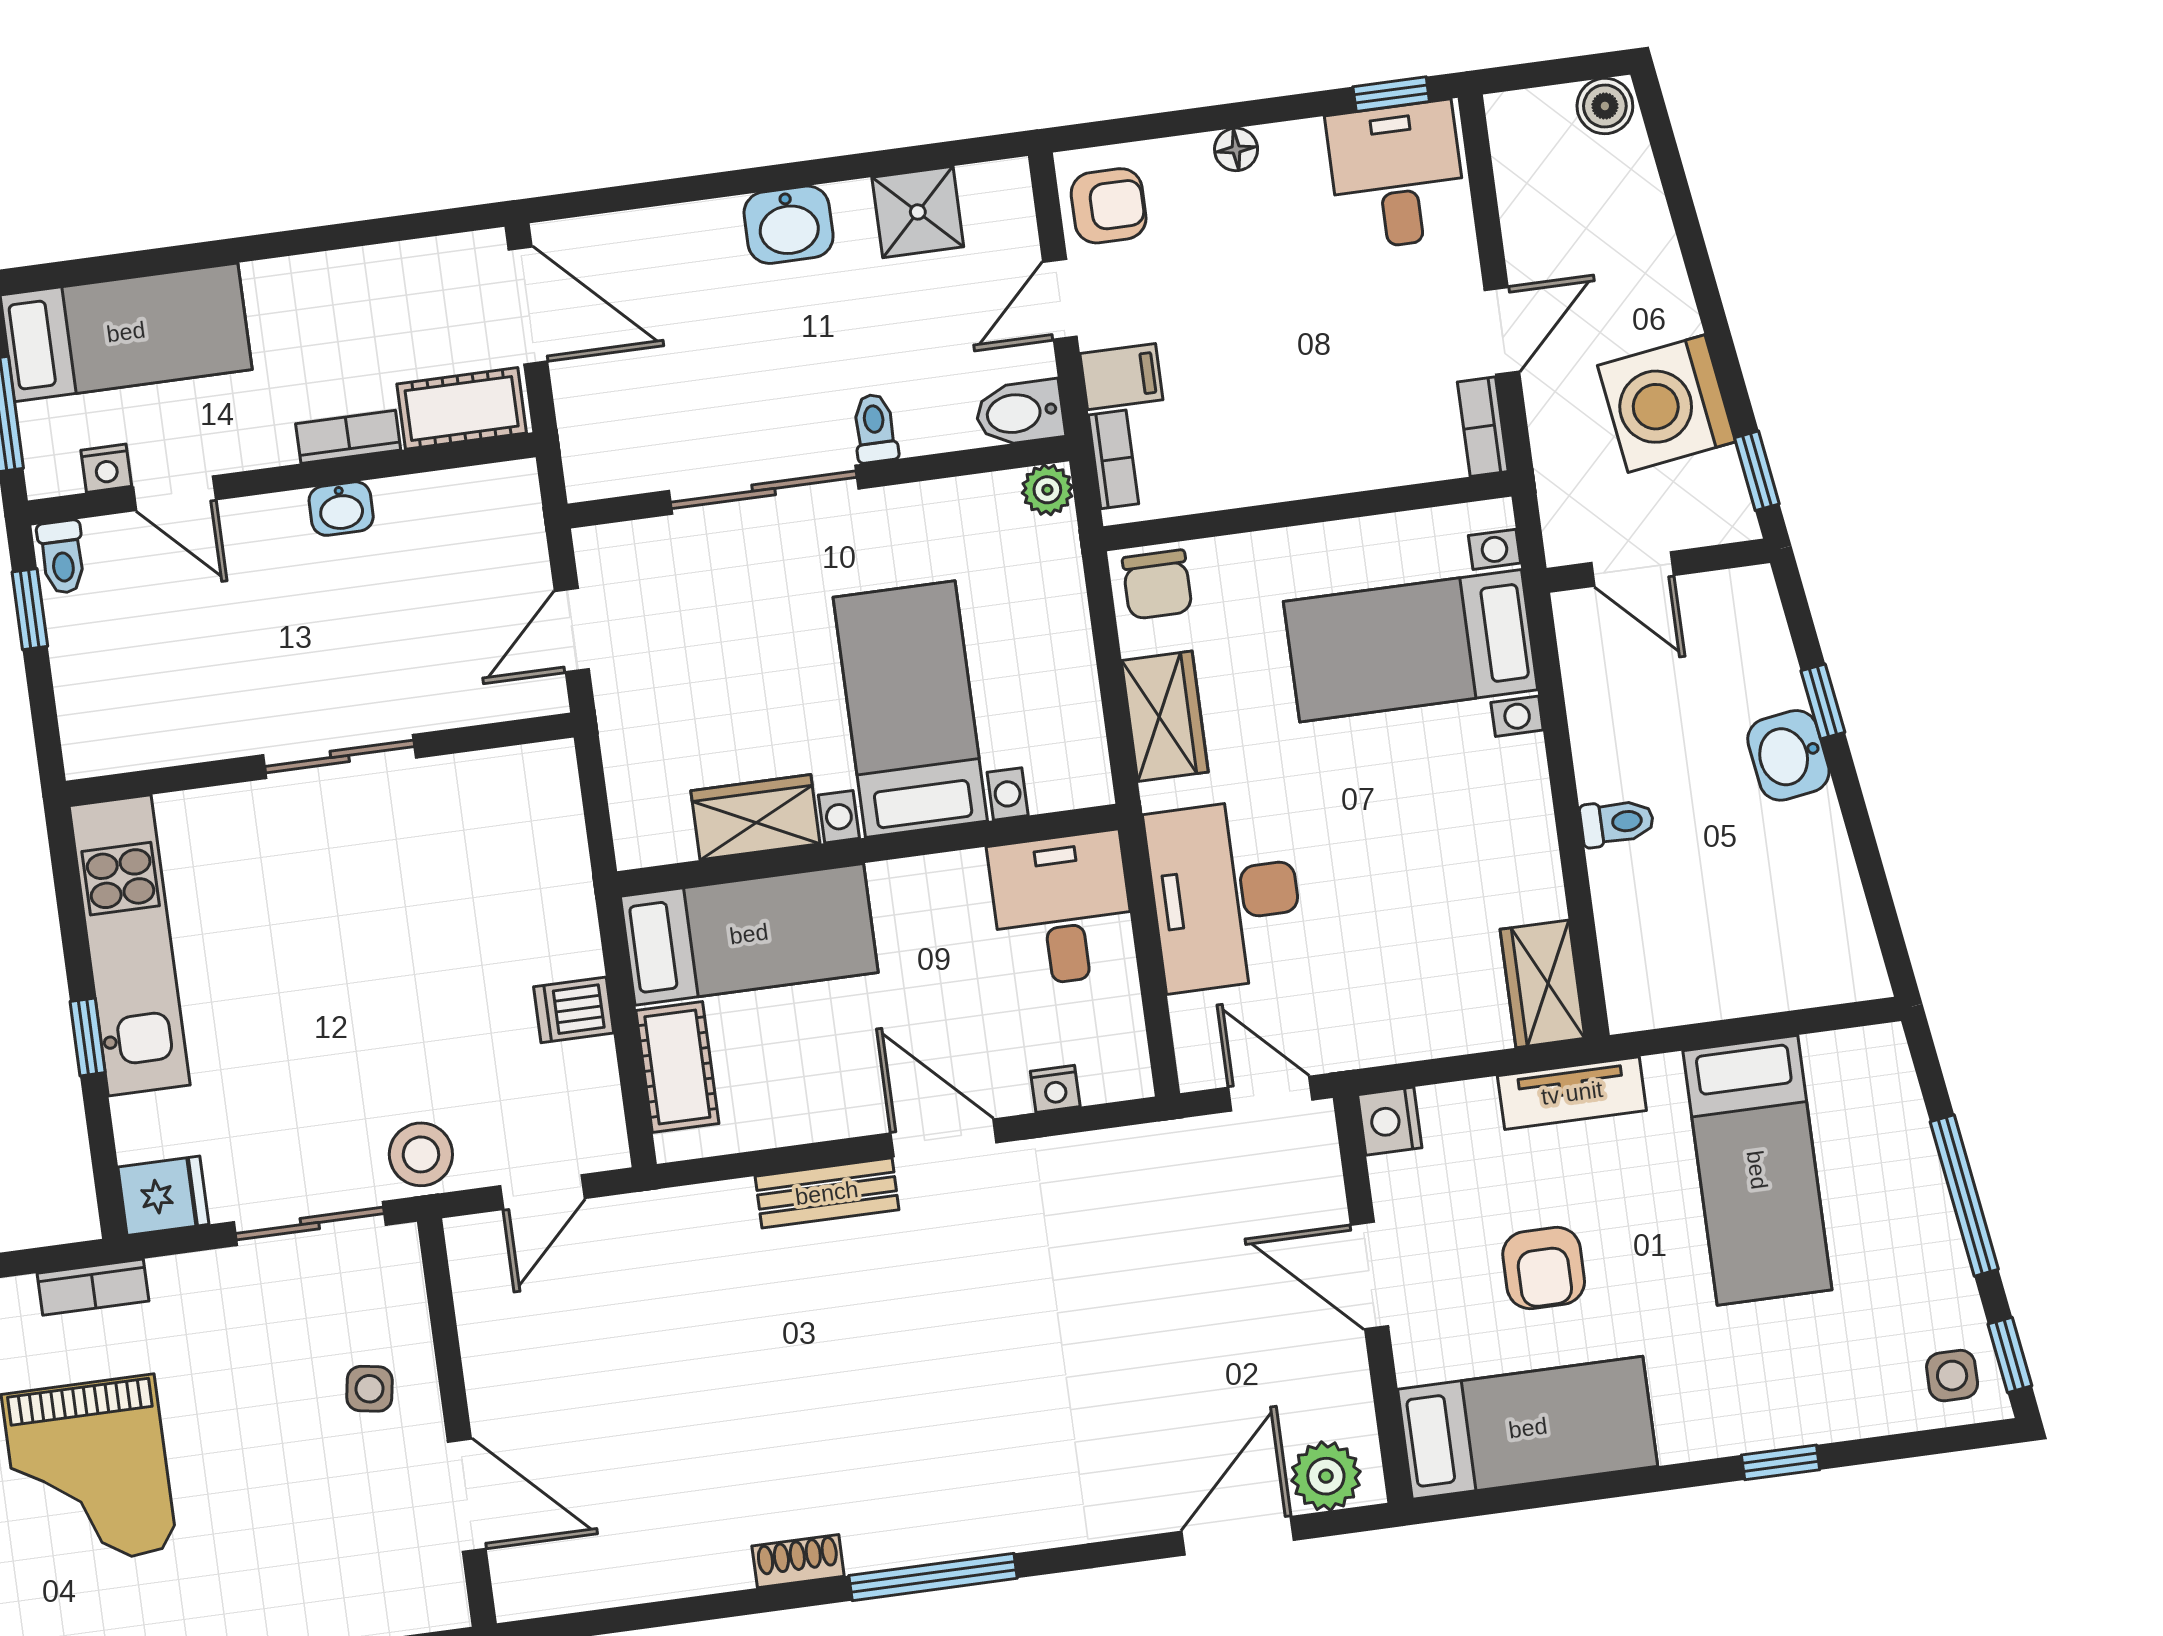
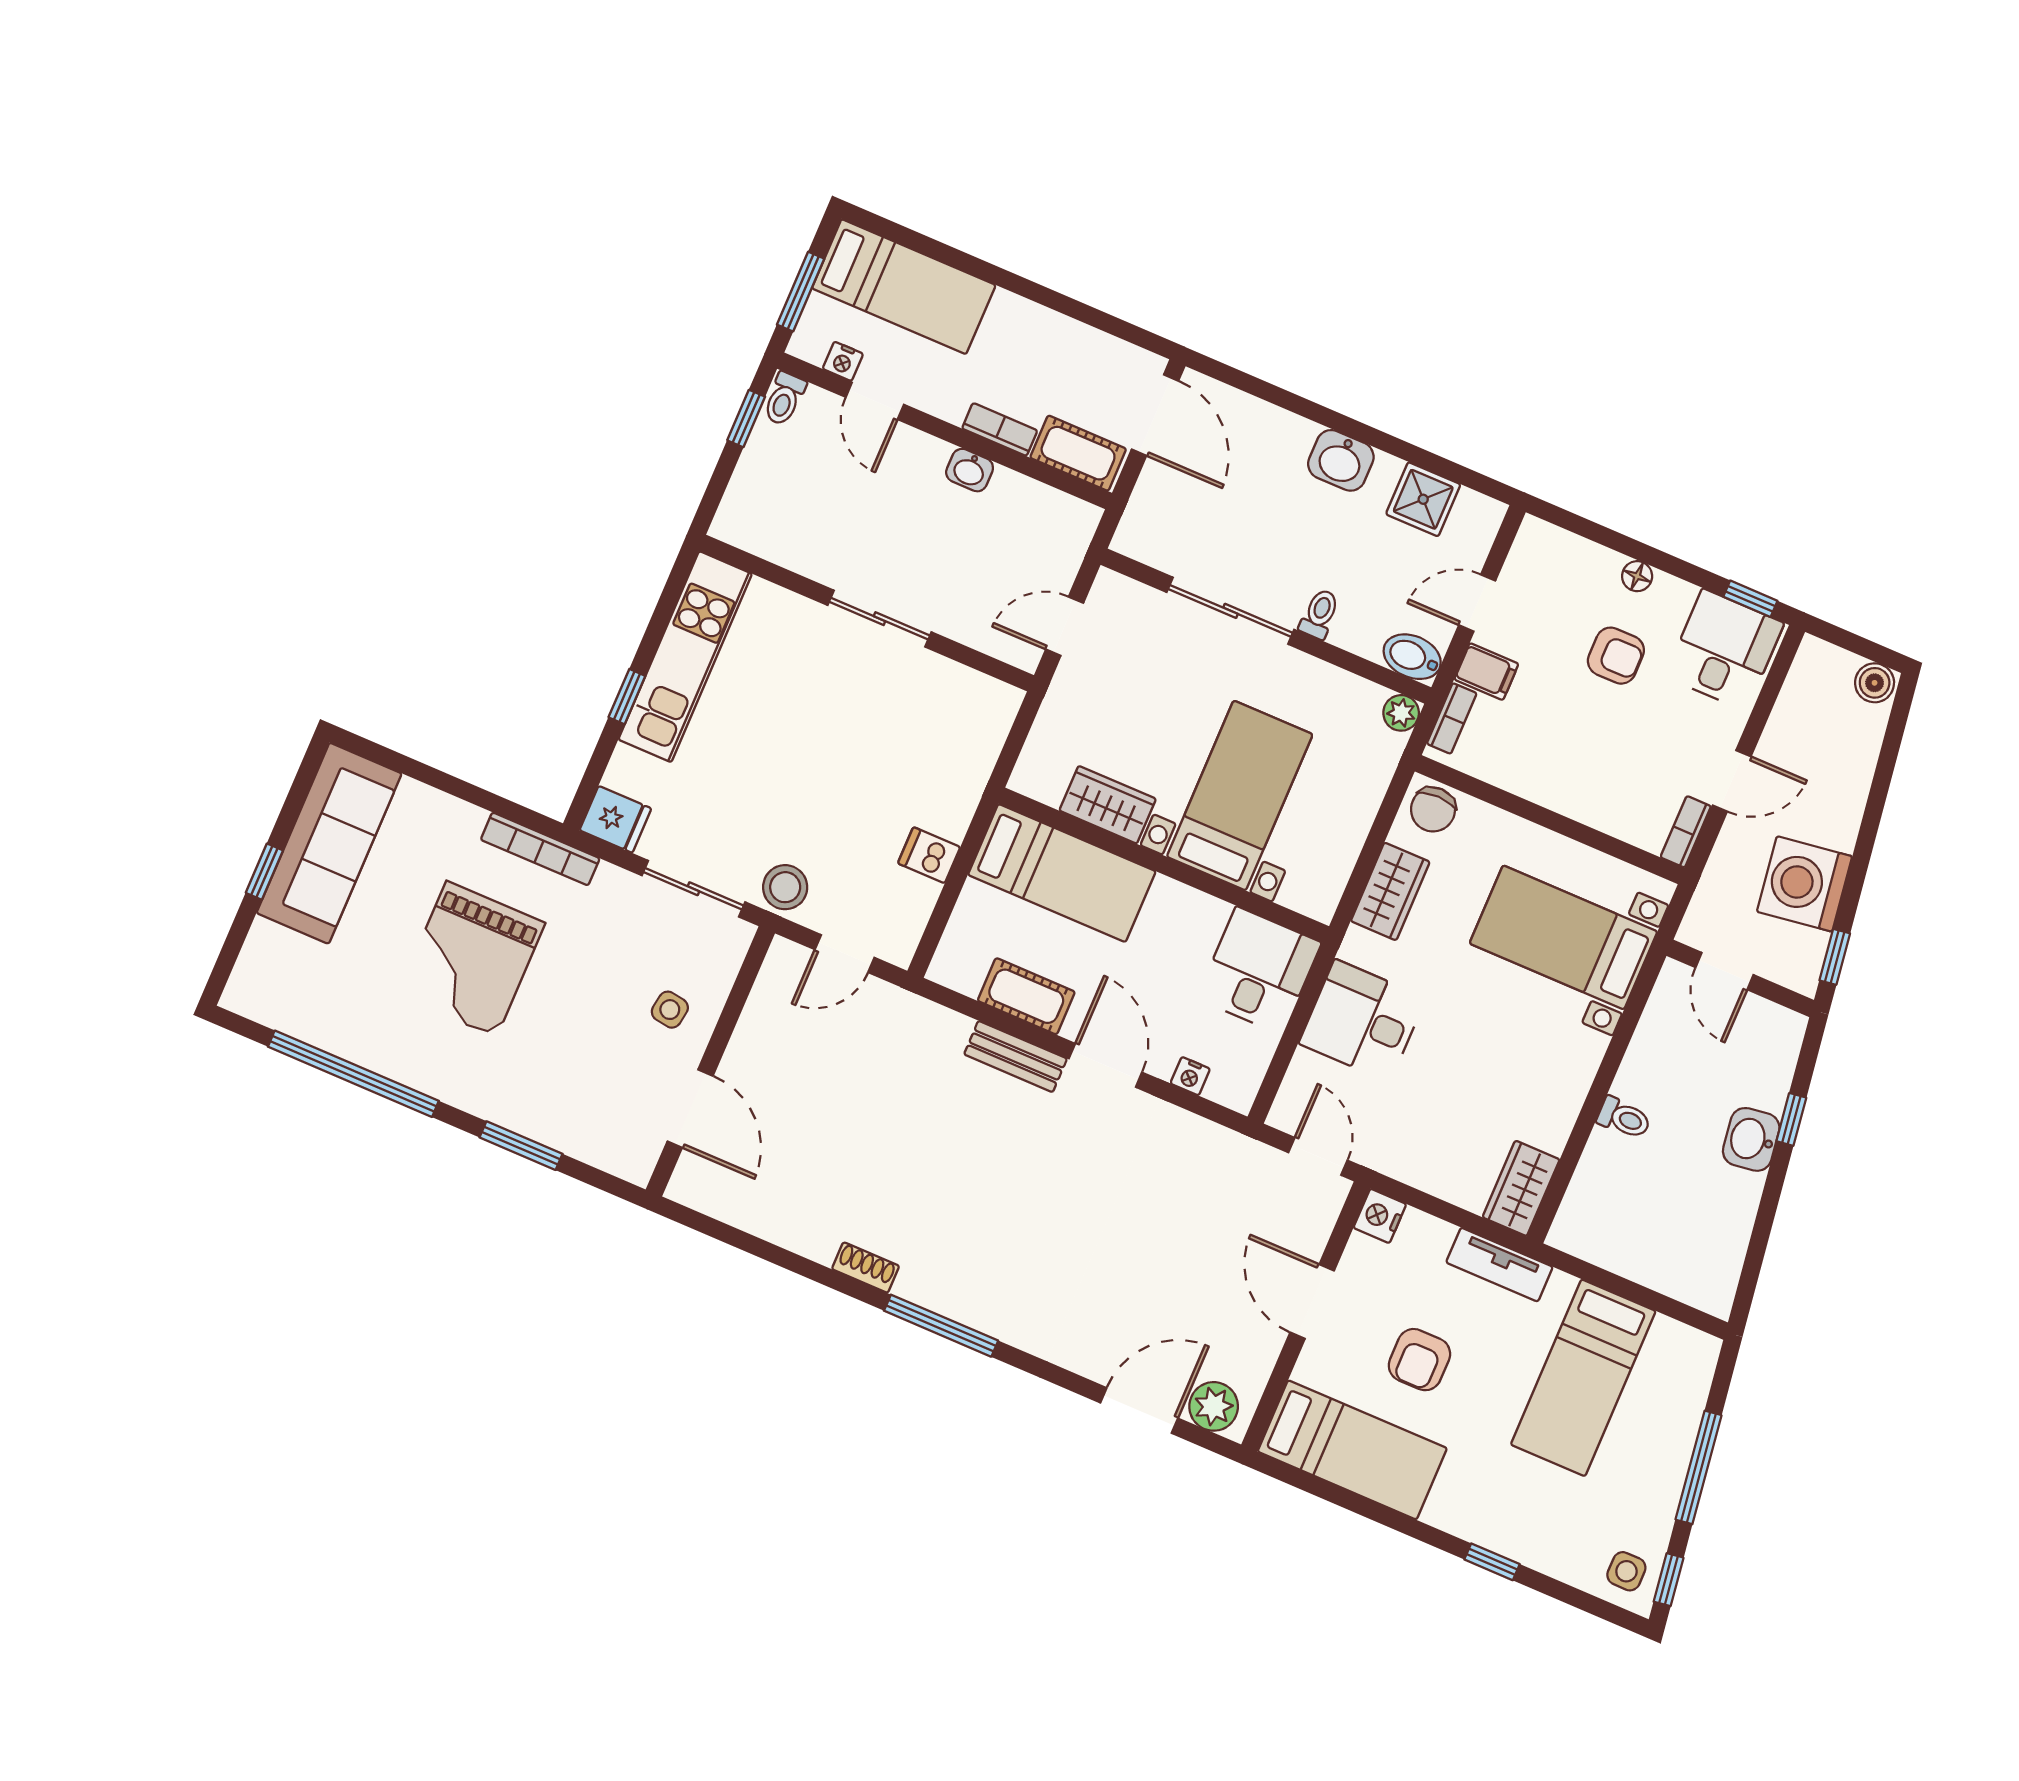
armchair: (1109, 206) -> (1616, 656), moved
desk: (1225, 895) -> (1362, 1021), width x0.73
cot: (677, 1067) -> (1026, 996), moved, turned 90
bookcase: (93, 1287) -> (540, 849), width x1.56

